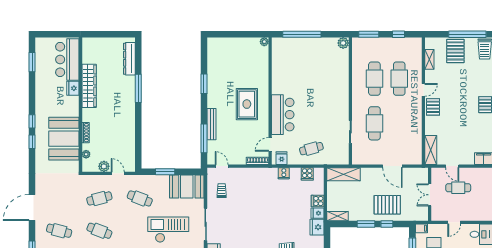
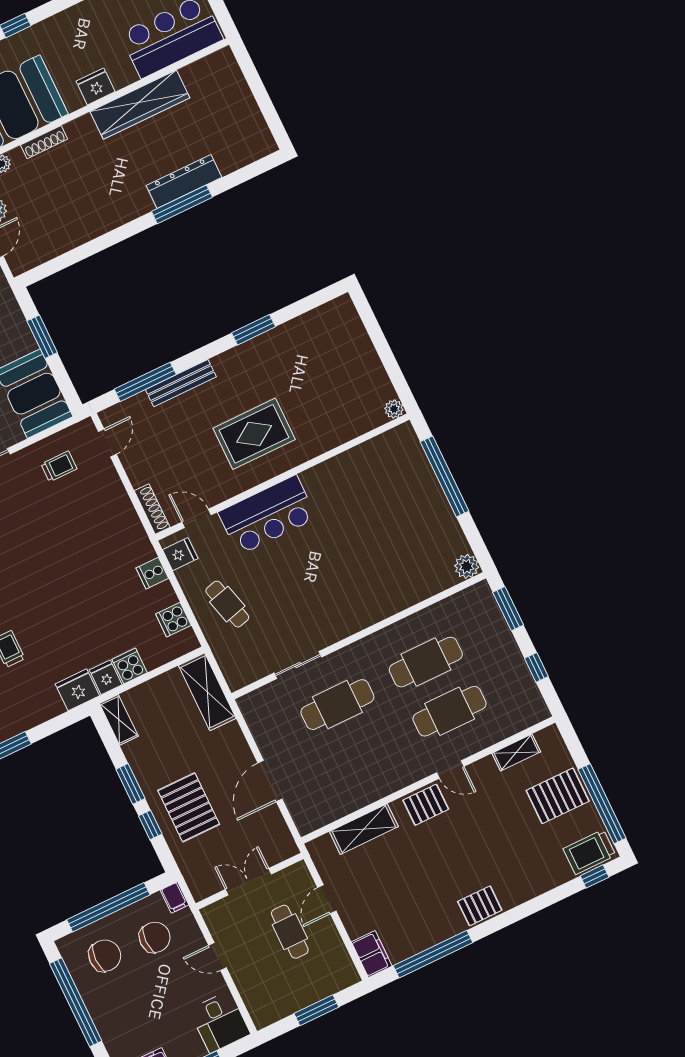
dresser: (129, 59) -> (184, 181), moved
fridge: (73, 88) -> (96, 86), moved
shelving: (431, 150) -> (364, 829), moved

